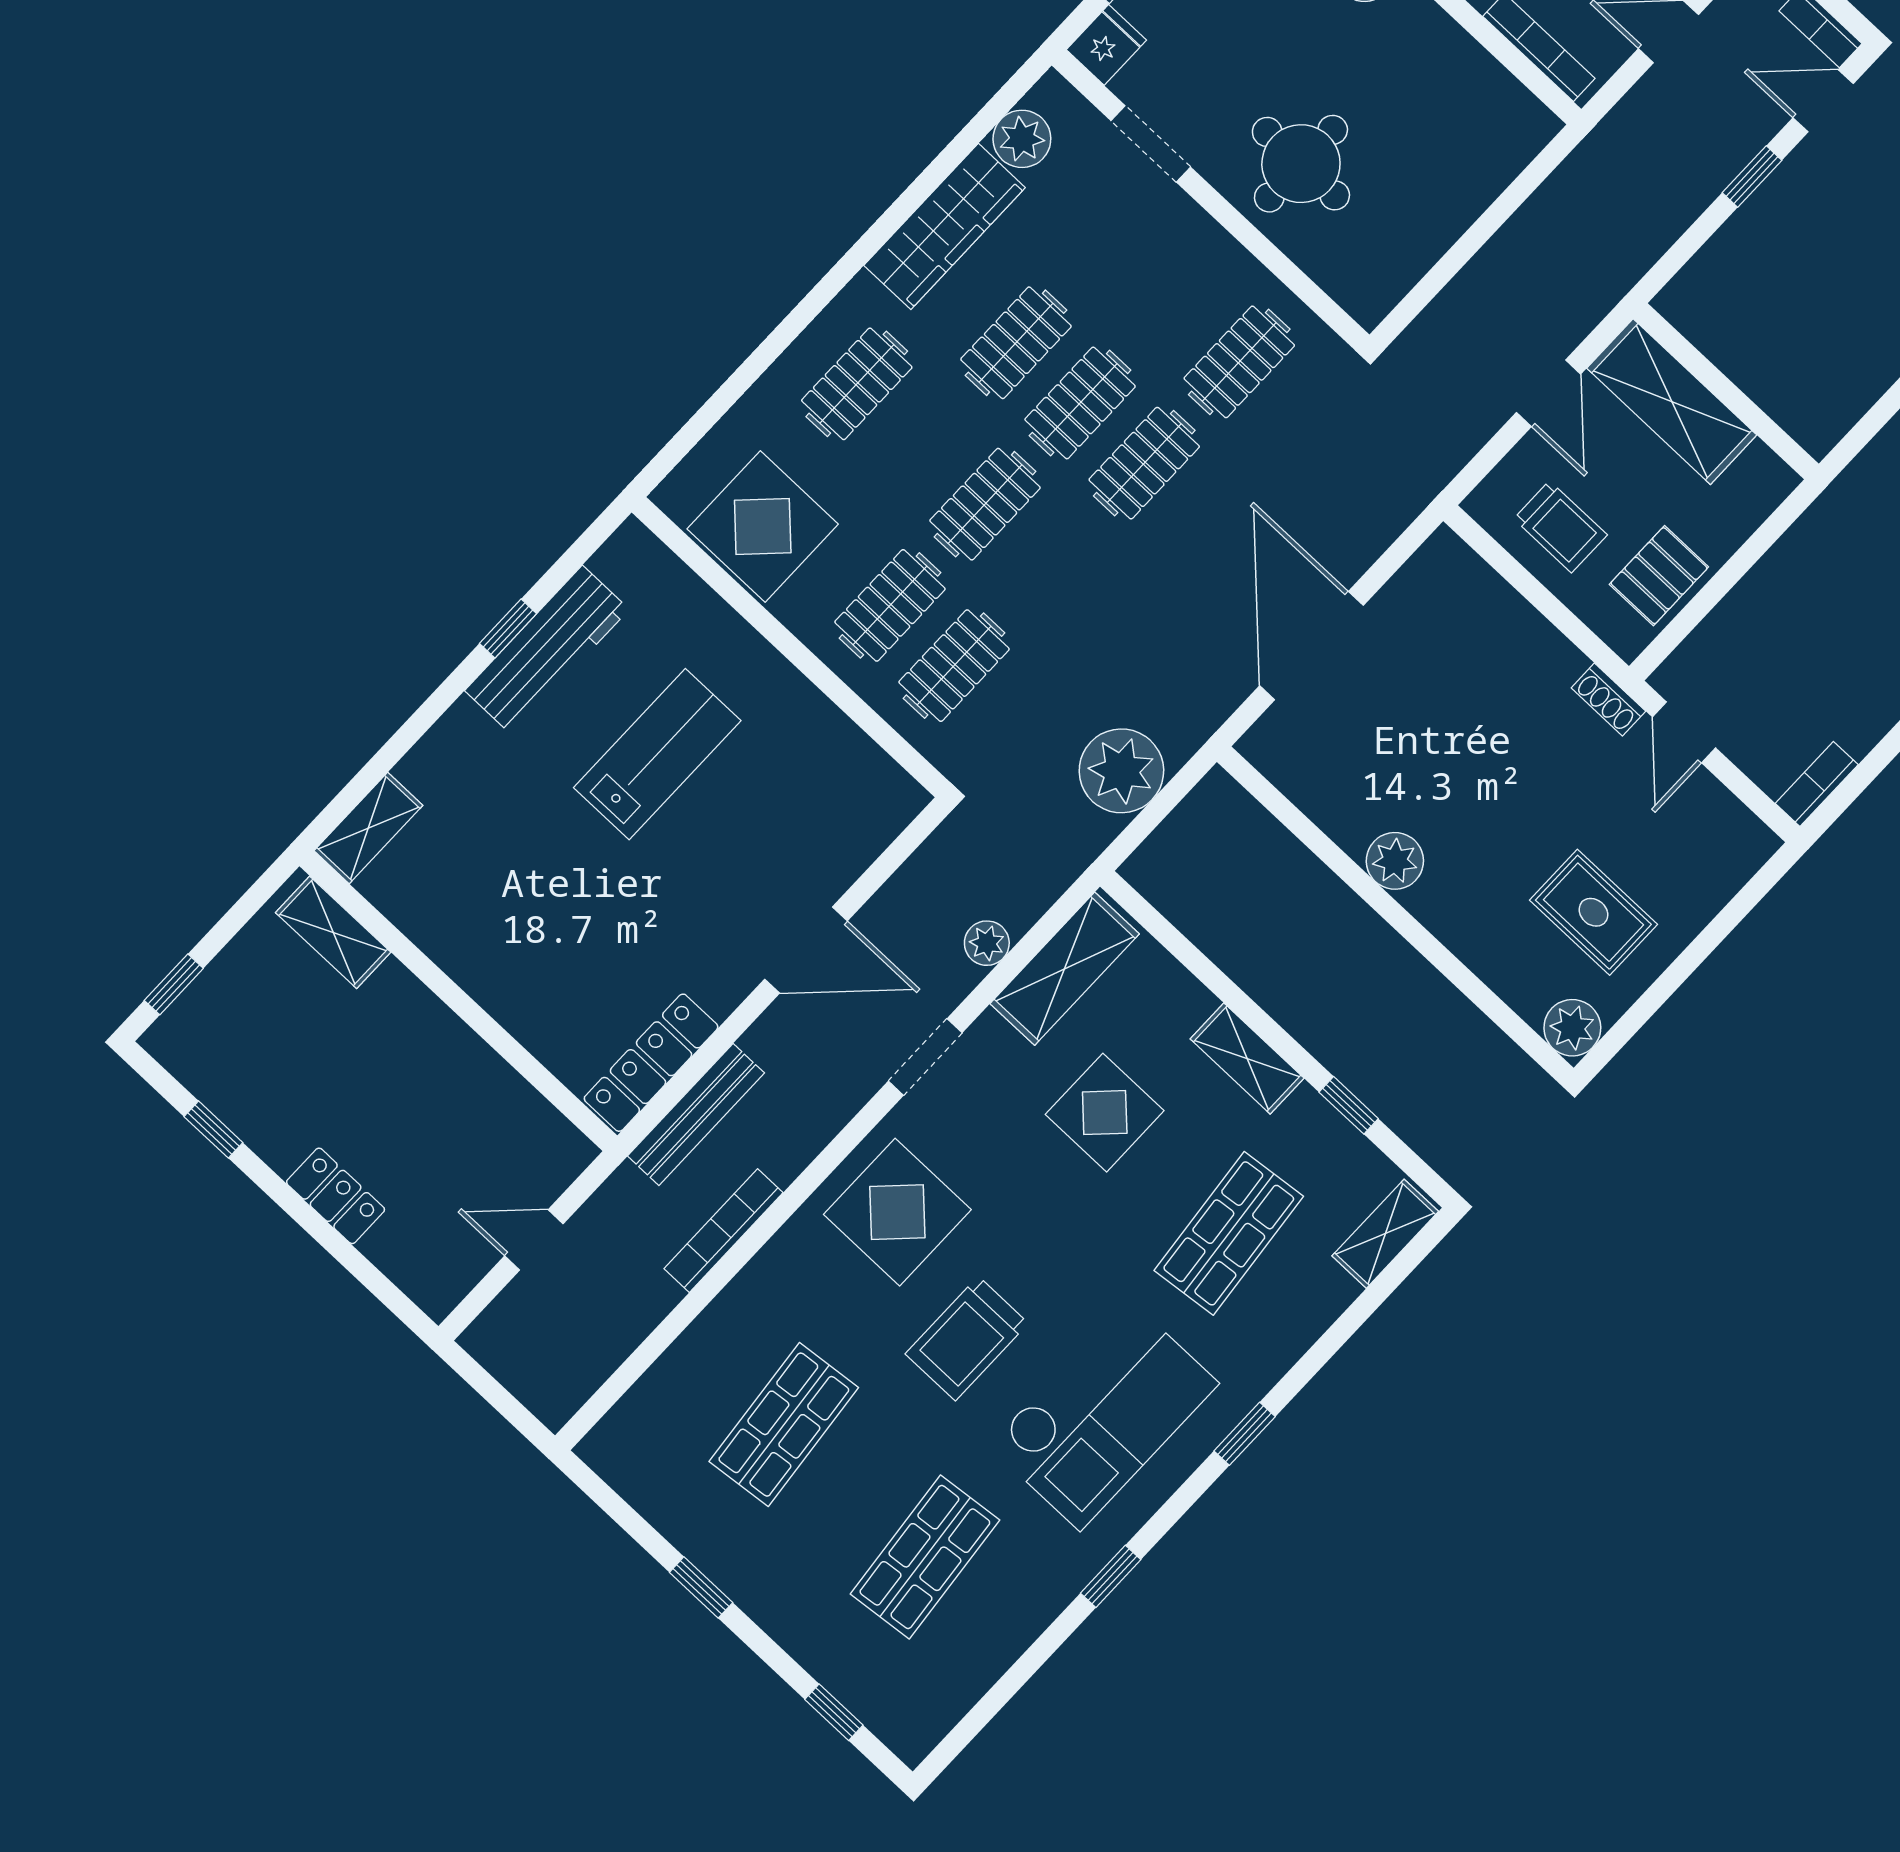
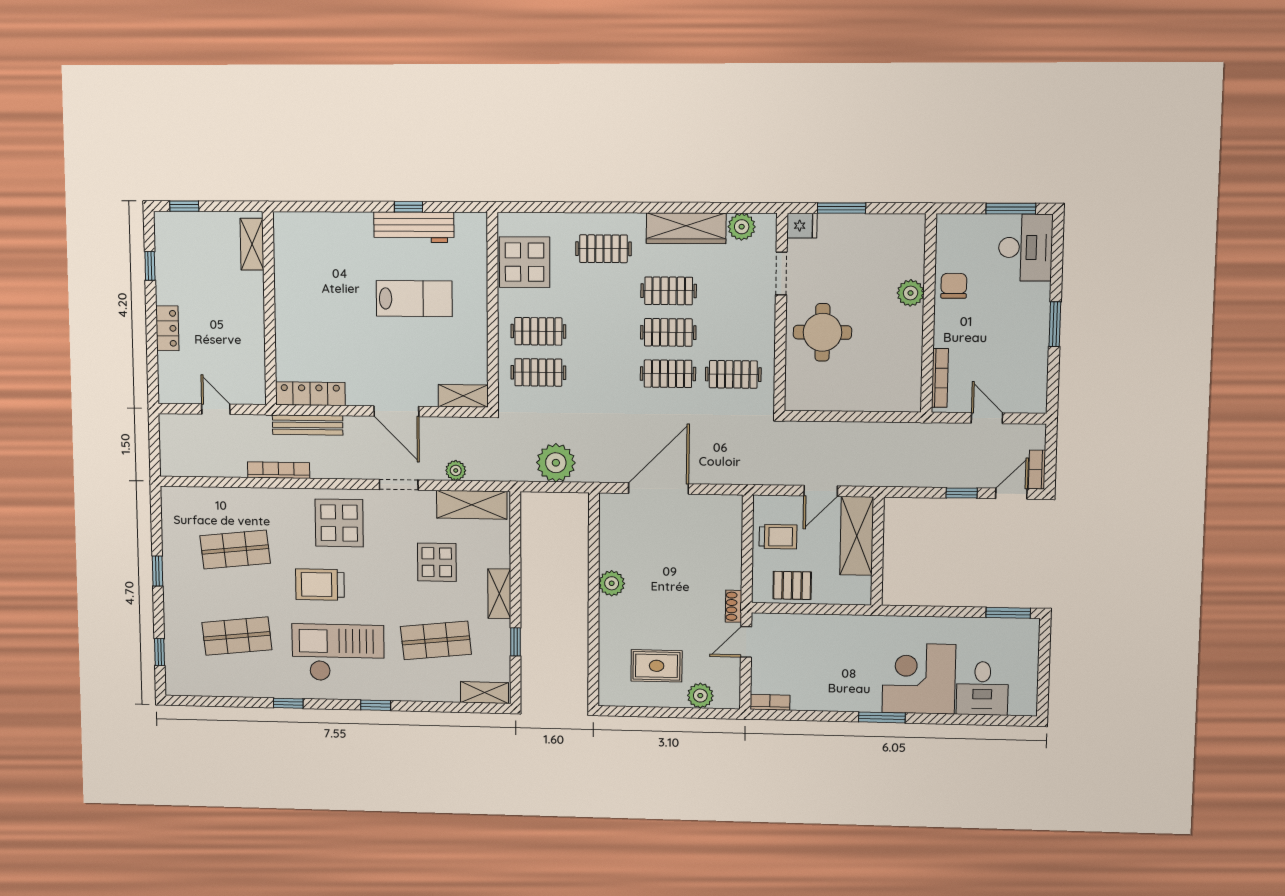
door: (1823, 101) -> (1011, 494), hinge flipped
clothes rail: (985, 504) -> (603, 332), removed
trolley: (1561, 527) -> (778, 537), turned -90
shelving: (368, 828) -> (463, 396), moved
rug: (1593, 912) -> (657, 666), turned 90
plant: (1572, 1028) -> (700, 696), moved
checkout: (1104, 1414) -> (338, 653), turned 180

